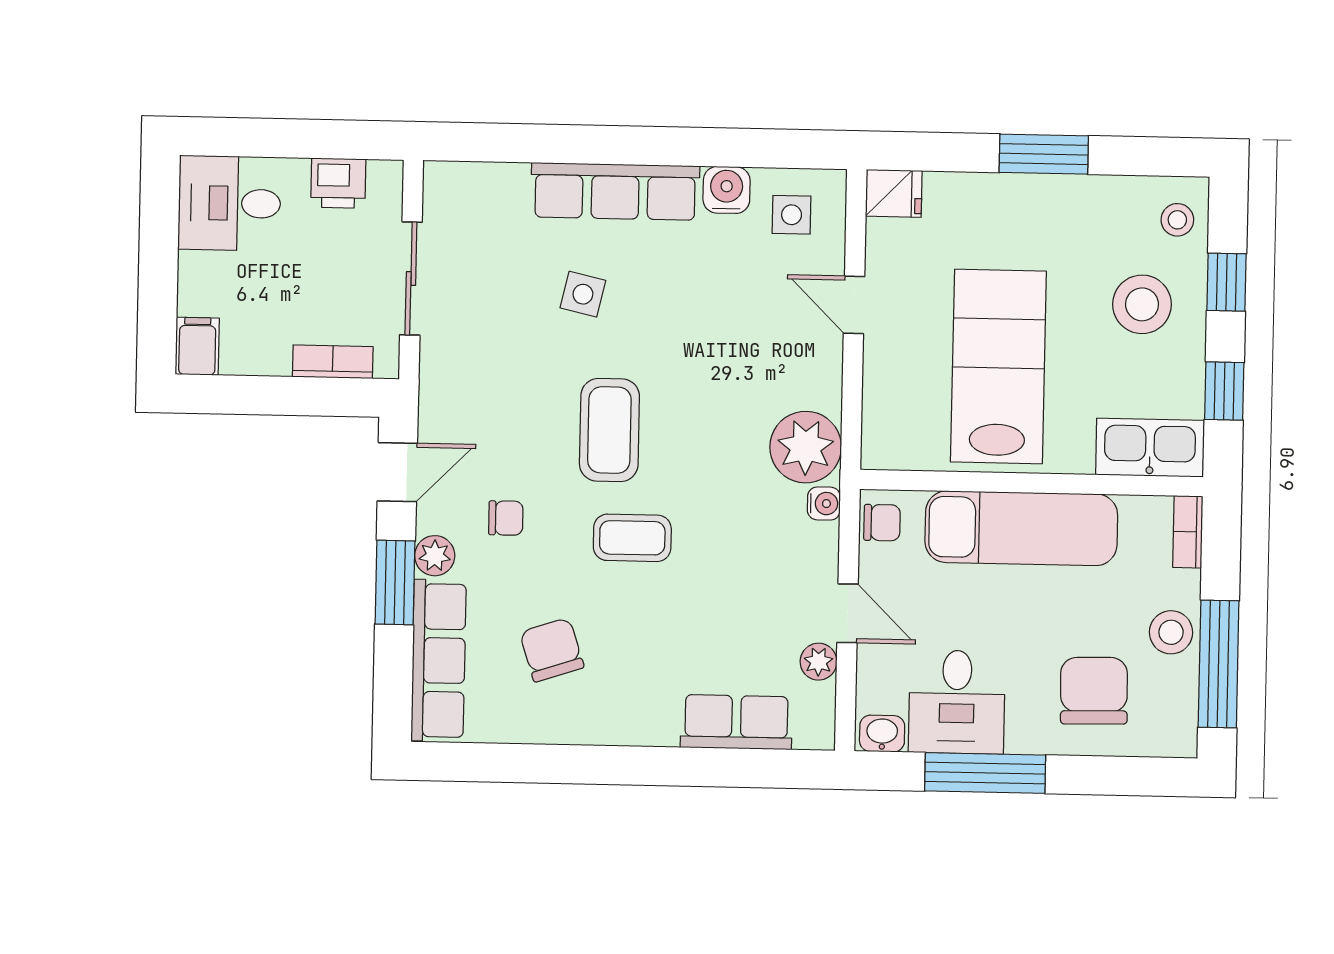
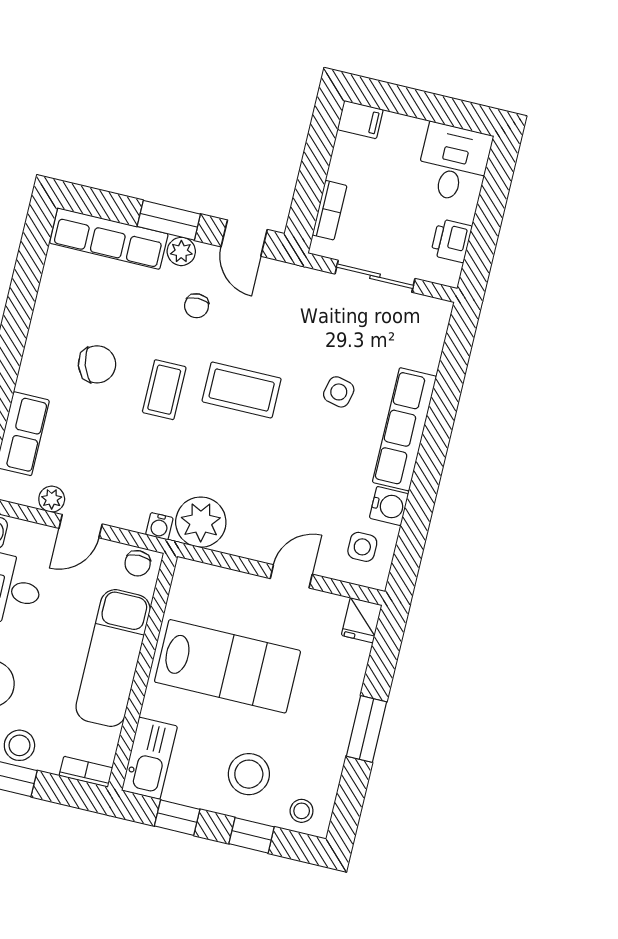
chair: (552, 650) -> (97, 364), moved

